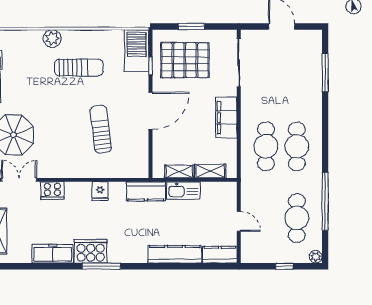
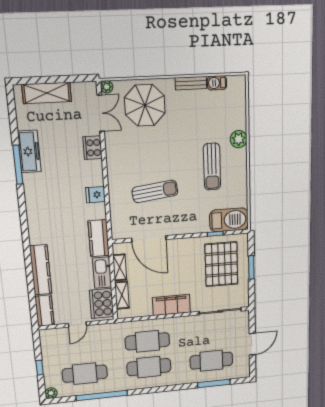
cafe table: (297, 75) -> (211, 361), added
door: (151, 111) -> (149, 239), moved
cooker: (91, 251) -> (102, 303), moved, turned 180
window: (101, 266) -> (18, 165), moved

